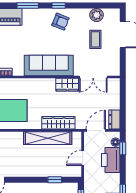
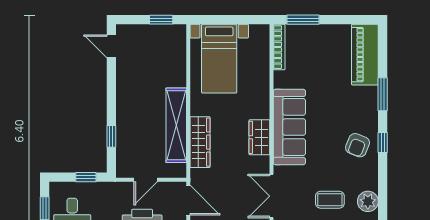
wardrobe: (67, 85) -> (259, 137), moved
door: (83, 158) -> (146, 180), swing flipped

